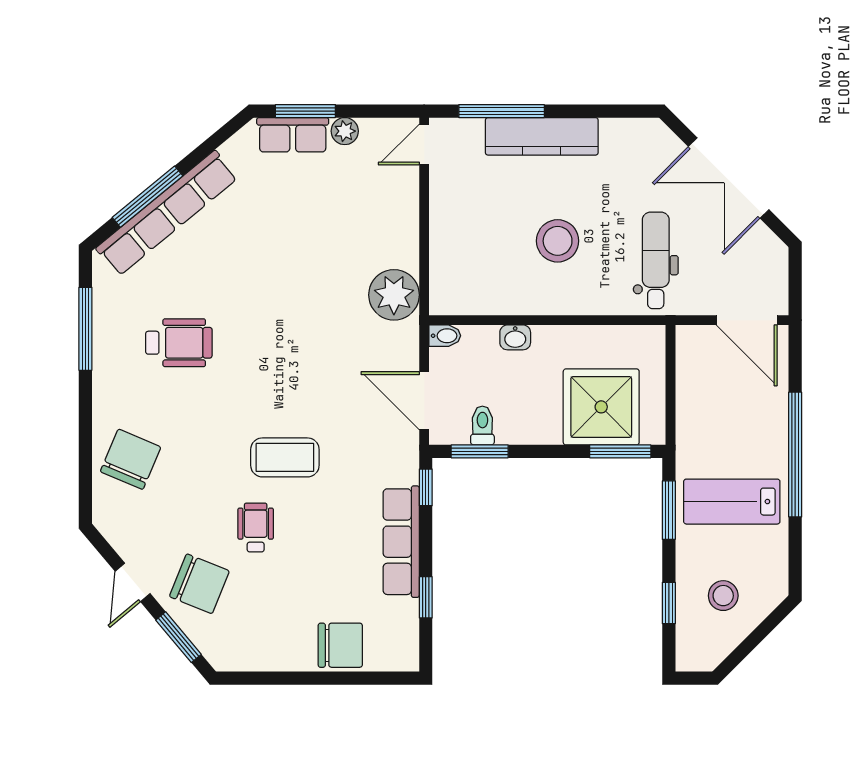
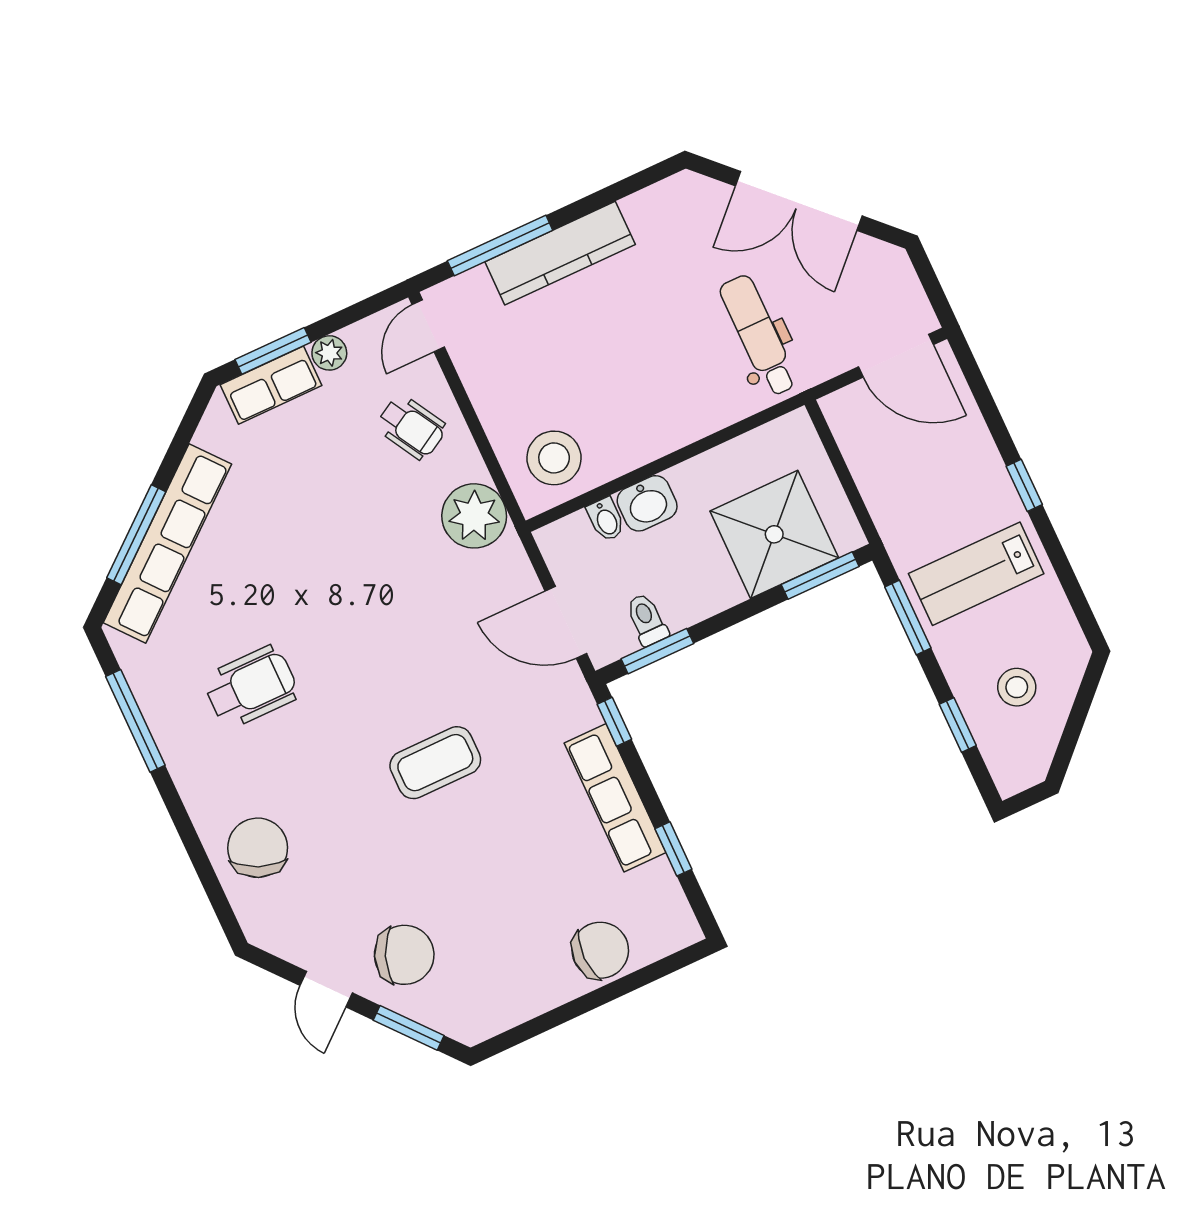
stool: (558, 241) -> (554, 458), moved
bidet: (445, 336) -> (606, 519), moved, turned 90
washbasin: (515, 337) -> (647, 503), width x1.38, depth x1.45
window: (795, 455) -> (1024, 485), width x0.32
wheelchair: (256, 528) -> (411, 427), moved, turned 150

